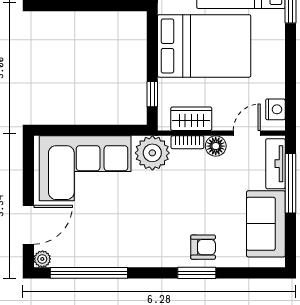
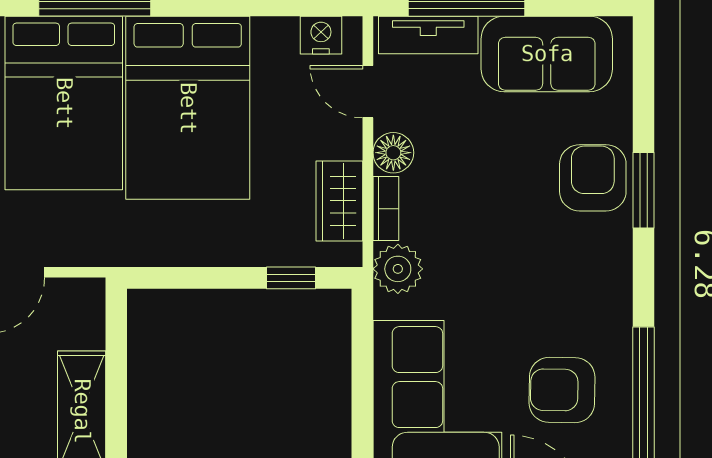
bed: (204, 46) -> (188, 108), moved, turned 180
plant: (152, 153) -> (398, 269), width x0.73, depth x0.73
armchair: (95, 232) -> (562, 390), added
armchair: (203, 247) -> (593, 178), width x1.38, depth x1.38

